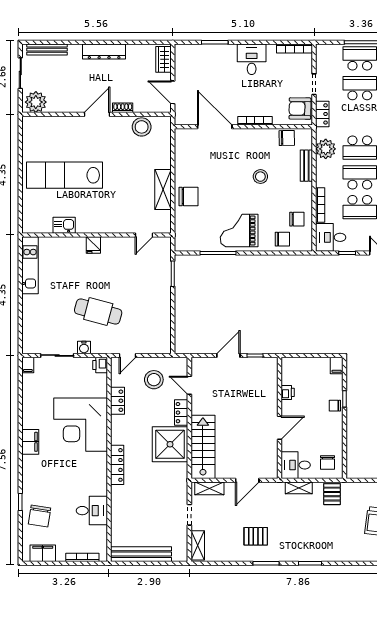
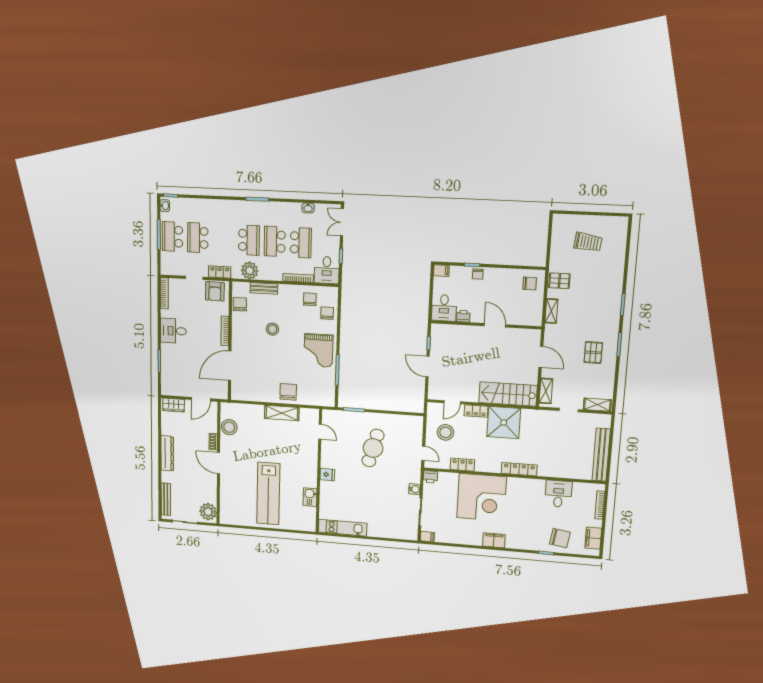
cafe table: (98, 312) -> (373, 448), moved
desk: (296, 465) -> (444, 308), moved

